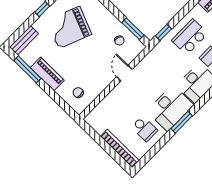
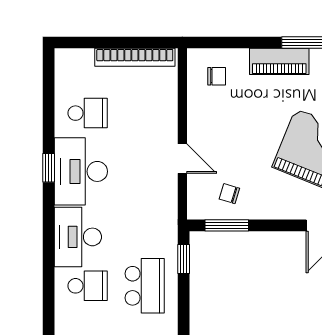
window: (182, 122) -> (49, 168), width x0.67
school desk: (144, 129) -> (88, 113), turned 180
bookcase: (120, 148) -> (135, 57), moved

